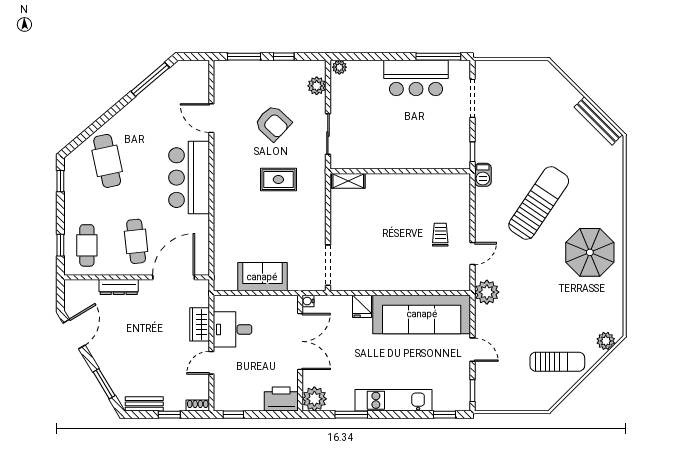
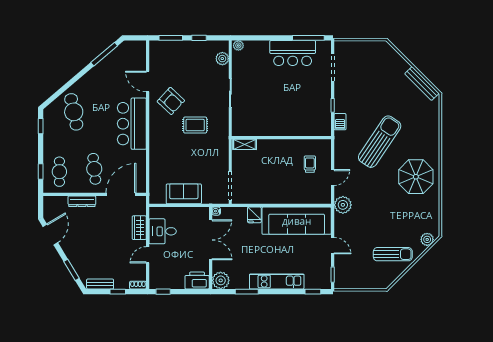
armchair: (273, 123) -> (171, 101), moved
wall: (400, 171) -> (281, 138), moved
shelving: (348, 181) -> (245, 144), moved

